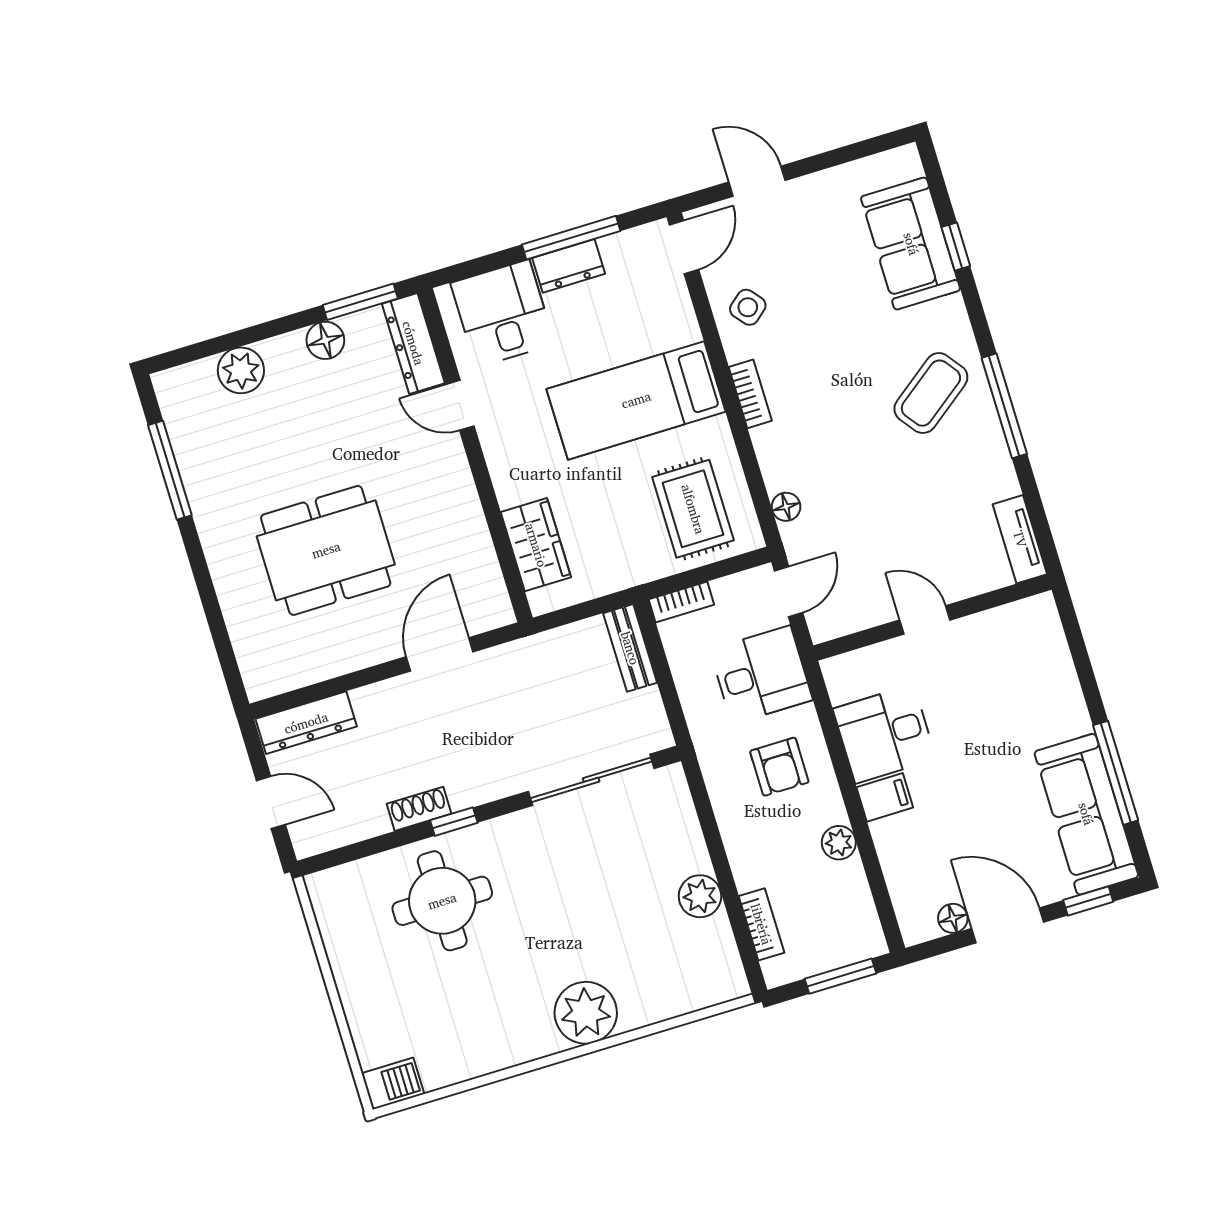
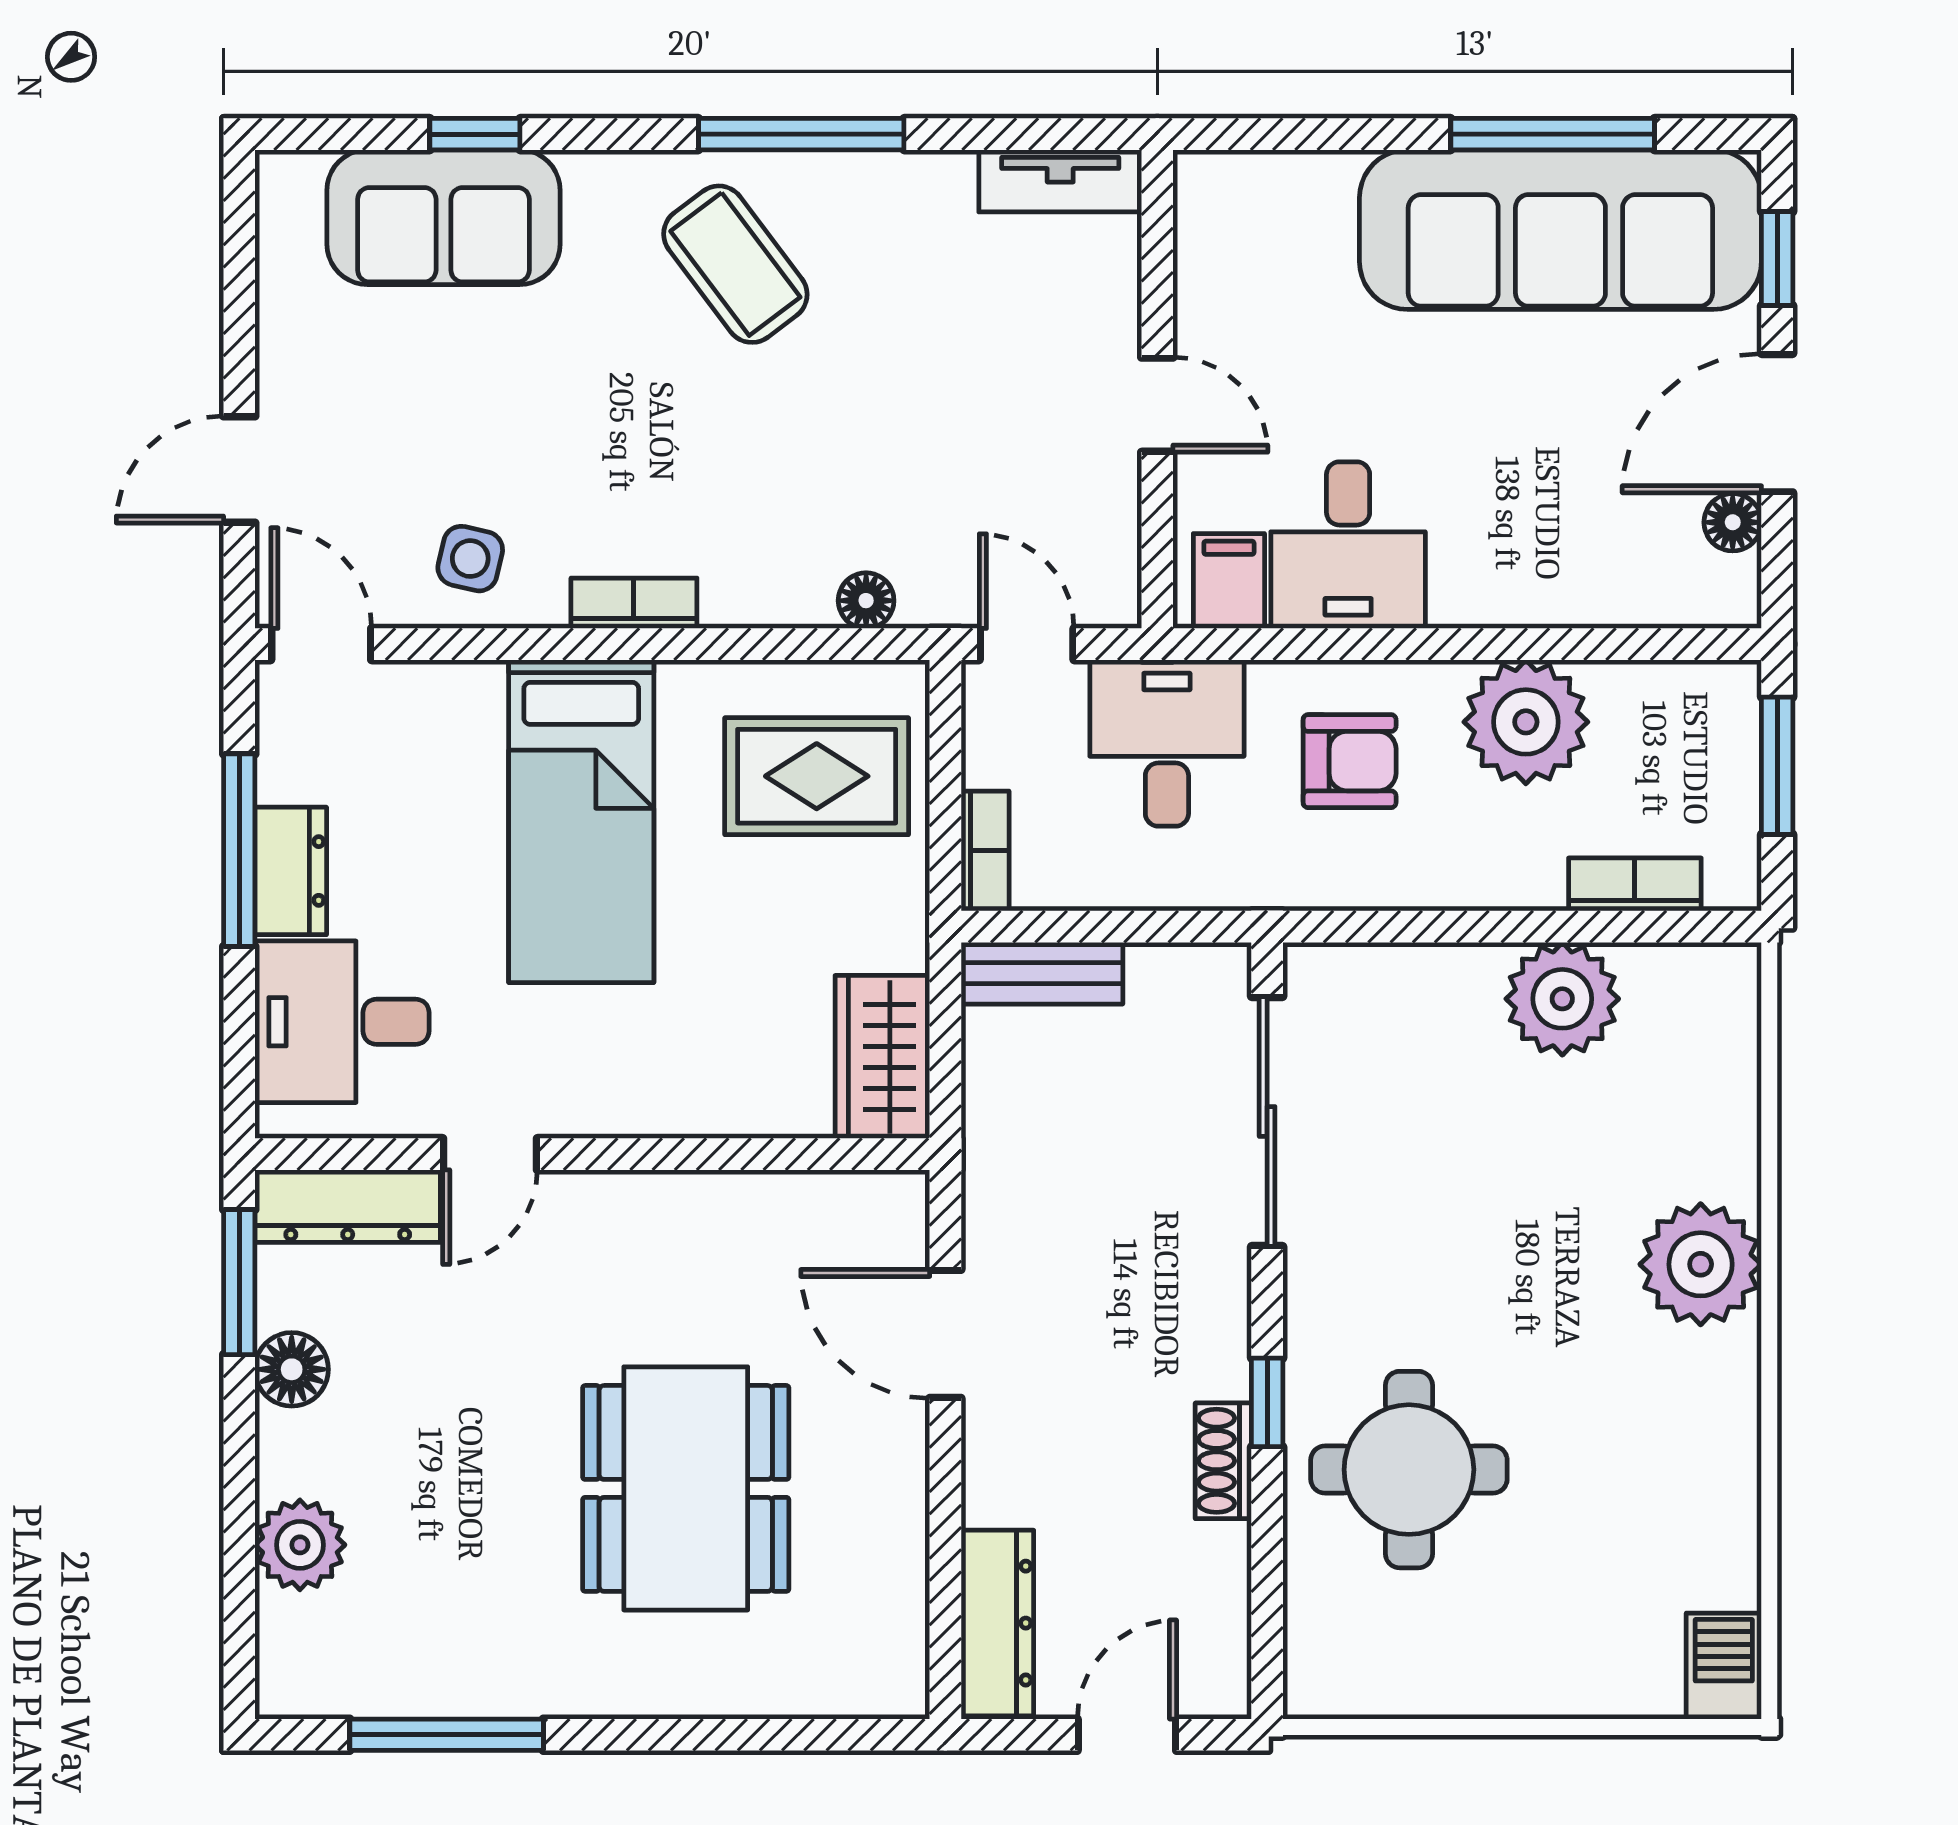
side table: (748, 307) -> (470, 559), turned -37
wardrobe: (536, 545) -> (882, 1057), moved, turned -90
door: (925, 620) -> (1157, 405), swing flipped
filing cabinet: (885, 797) -> (1229, 581), moved
sofa: (1086, 814) -> (1560, 230), width x1.36, depth x1.27
plant: (839, 843) -> (1526, 722), width x1.87, depth x1.87
plant: (700, 896) -> (1562, 999), width x1.36, depth x1.36

